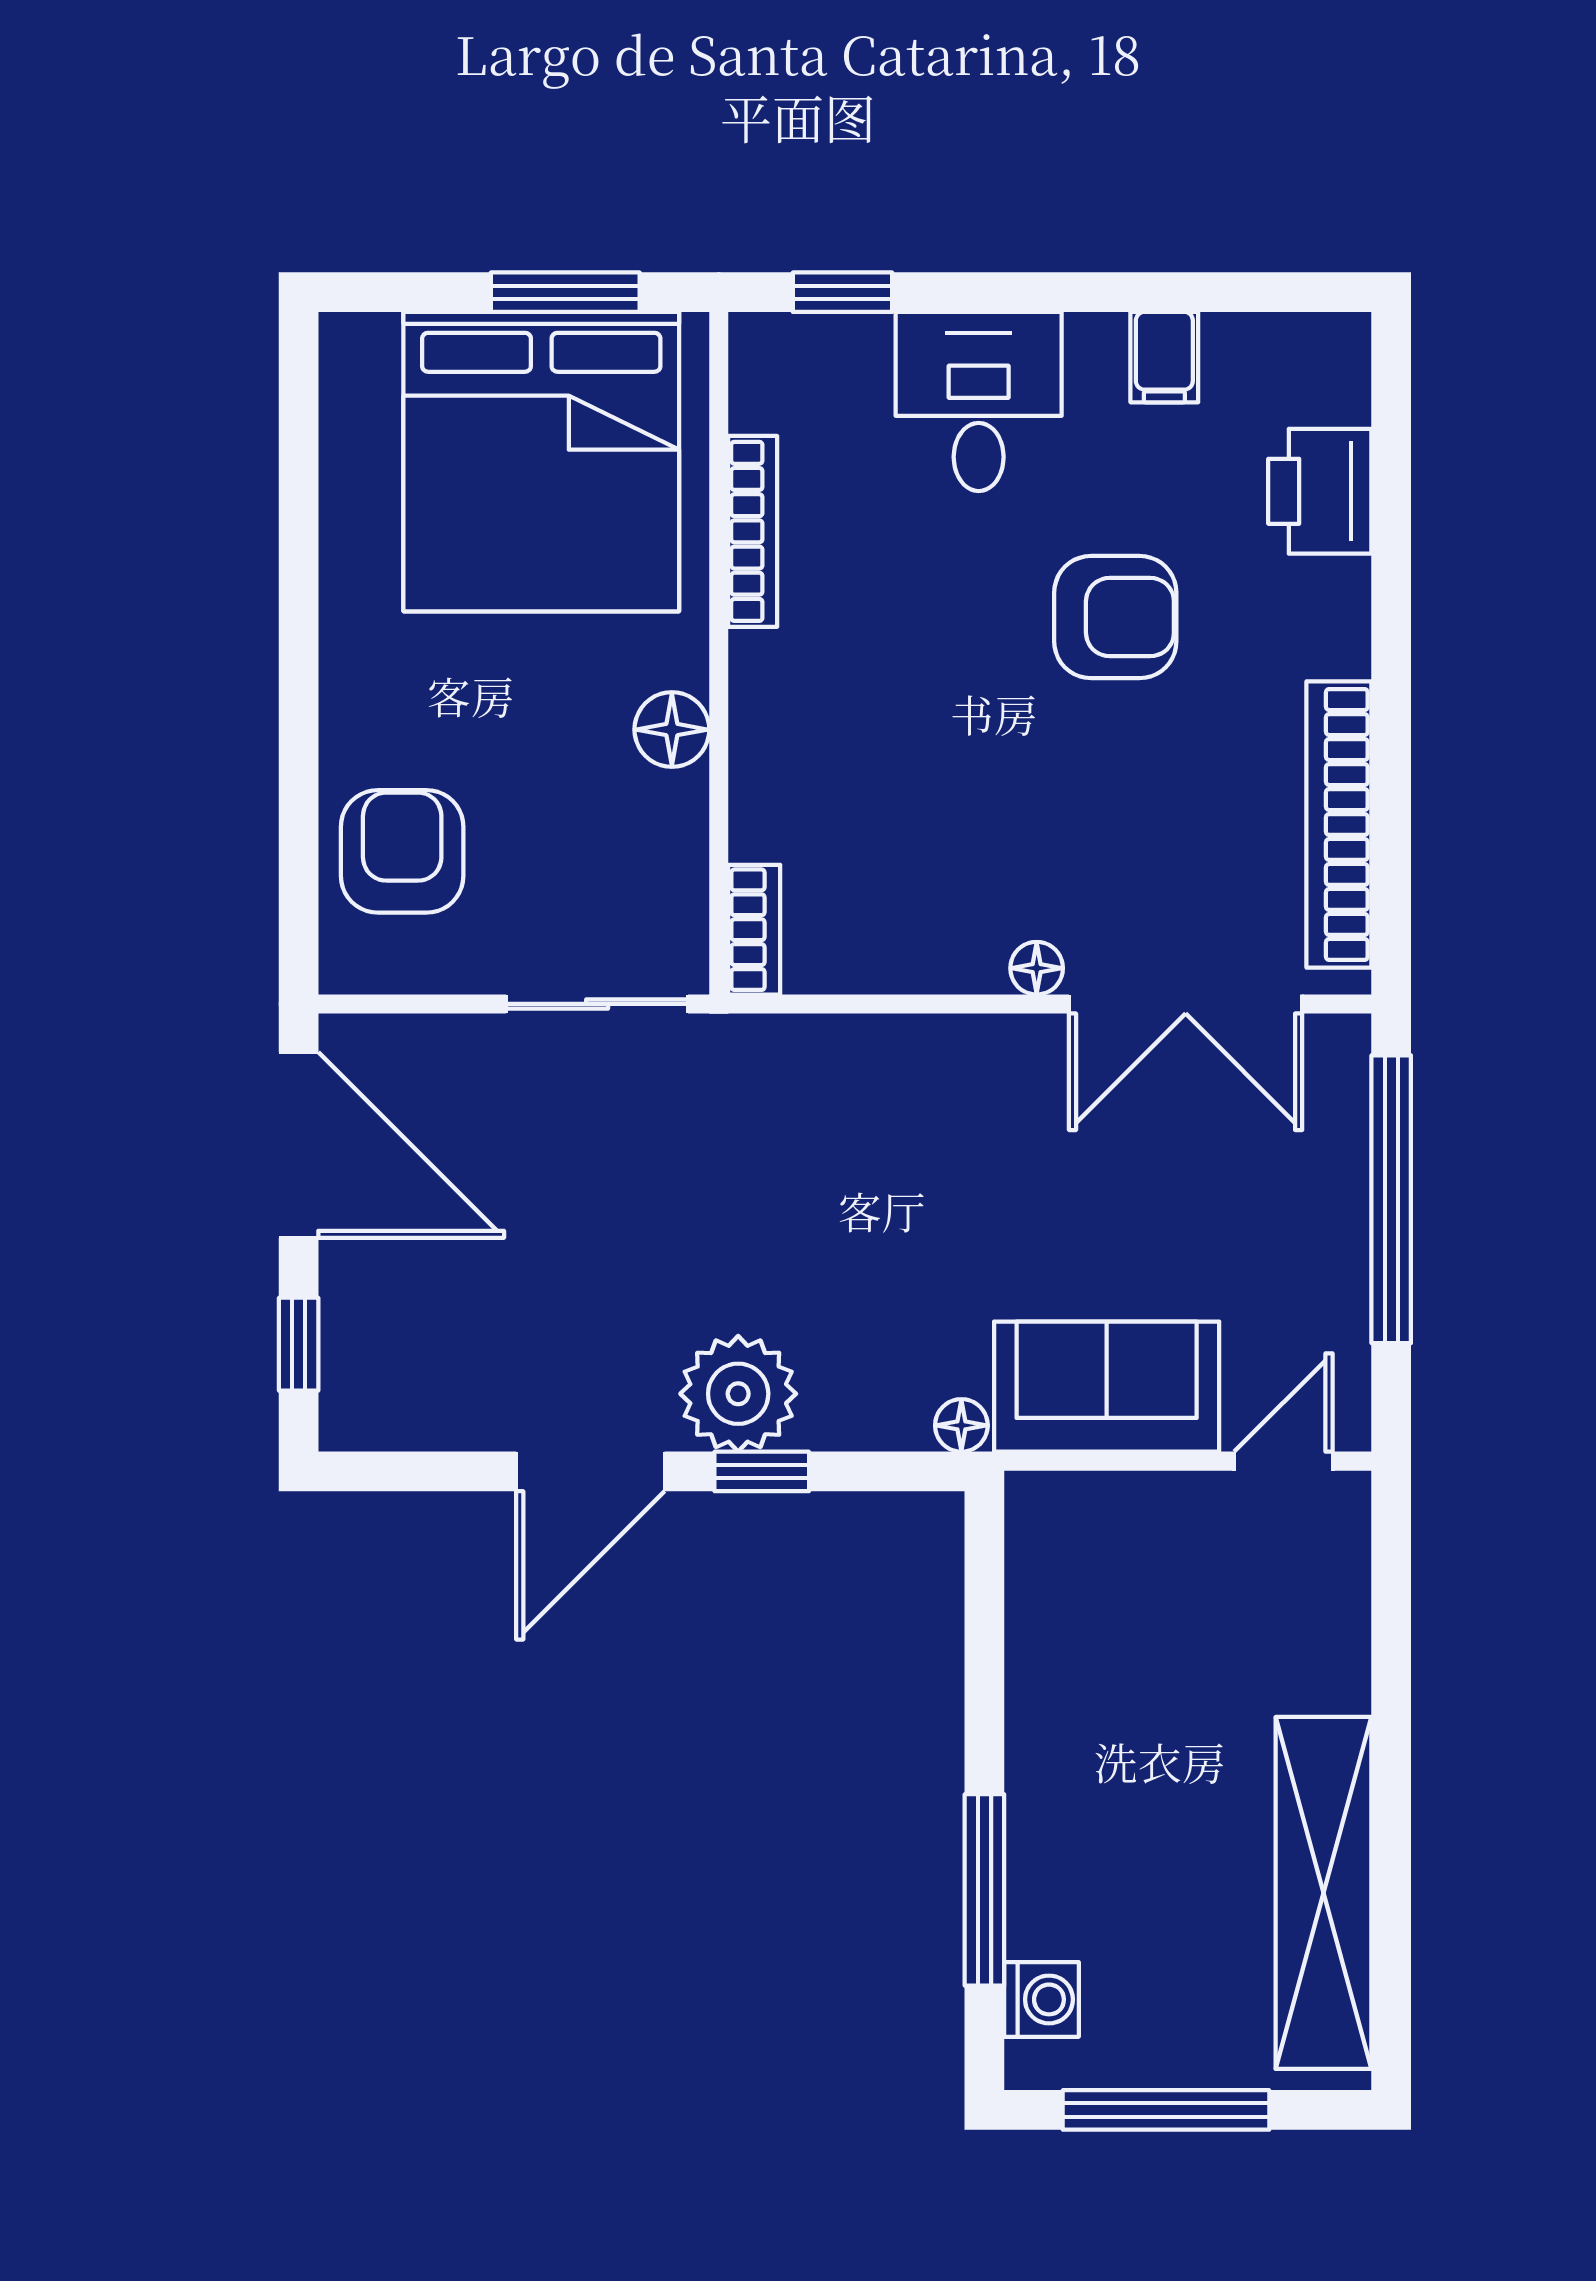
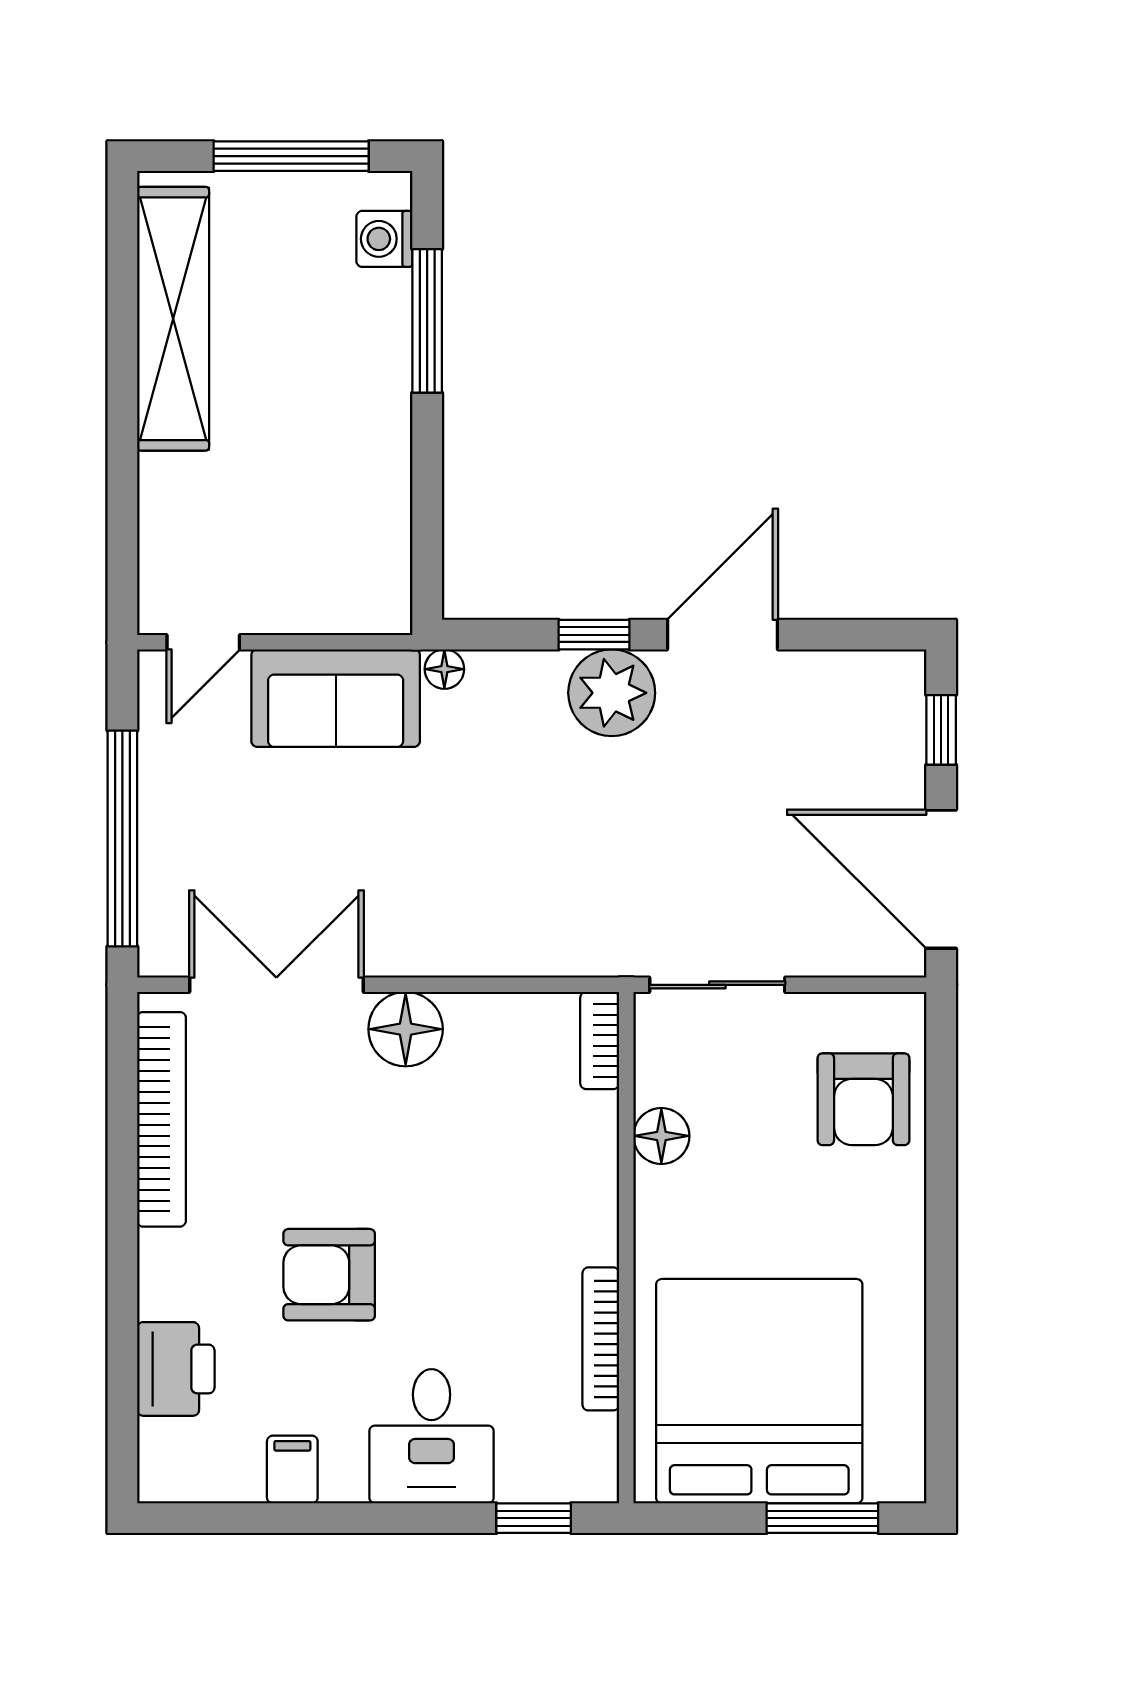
window: (565, 292) -> (822, 1518), moved
floor lamp: (672, 730) -> (661, 1136), moved
floor lamp: (1037, 968) -> (406, 1029), width x1.89, depth x1.89

